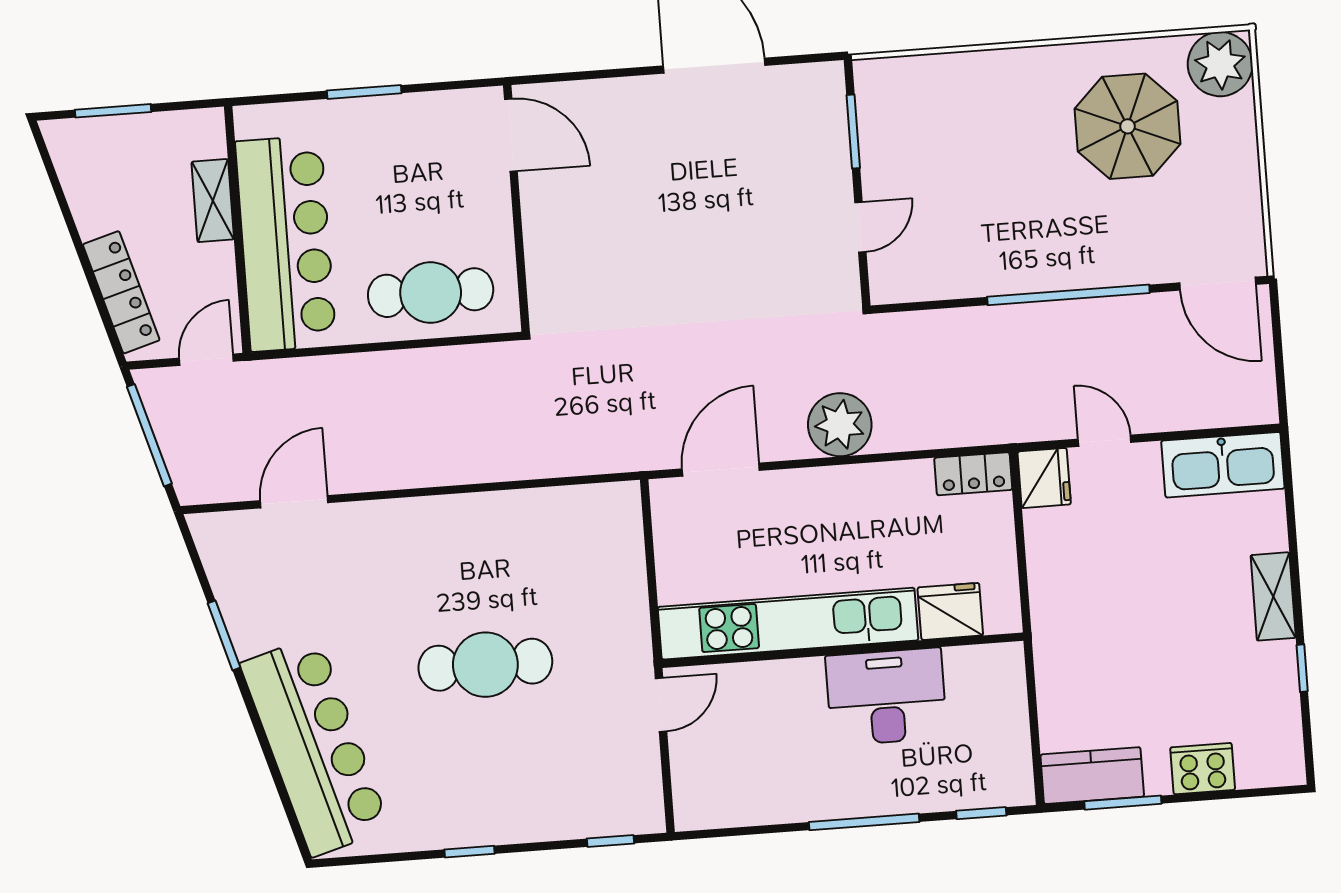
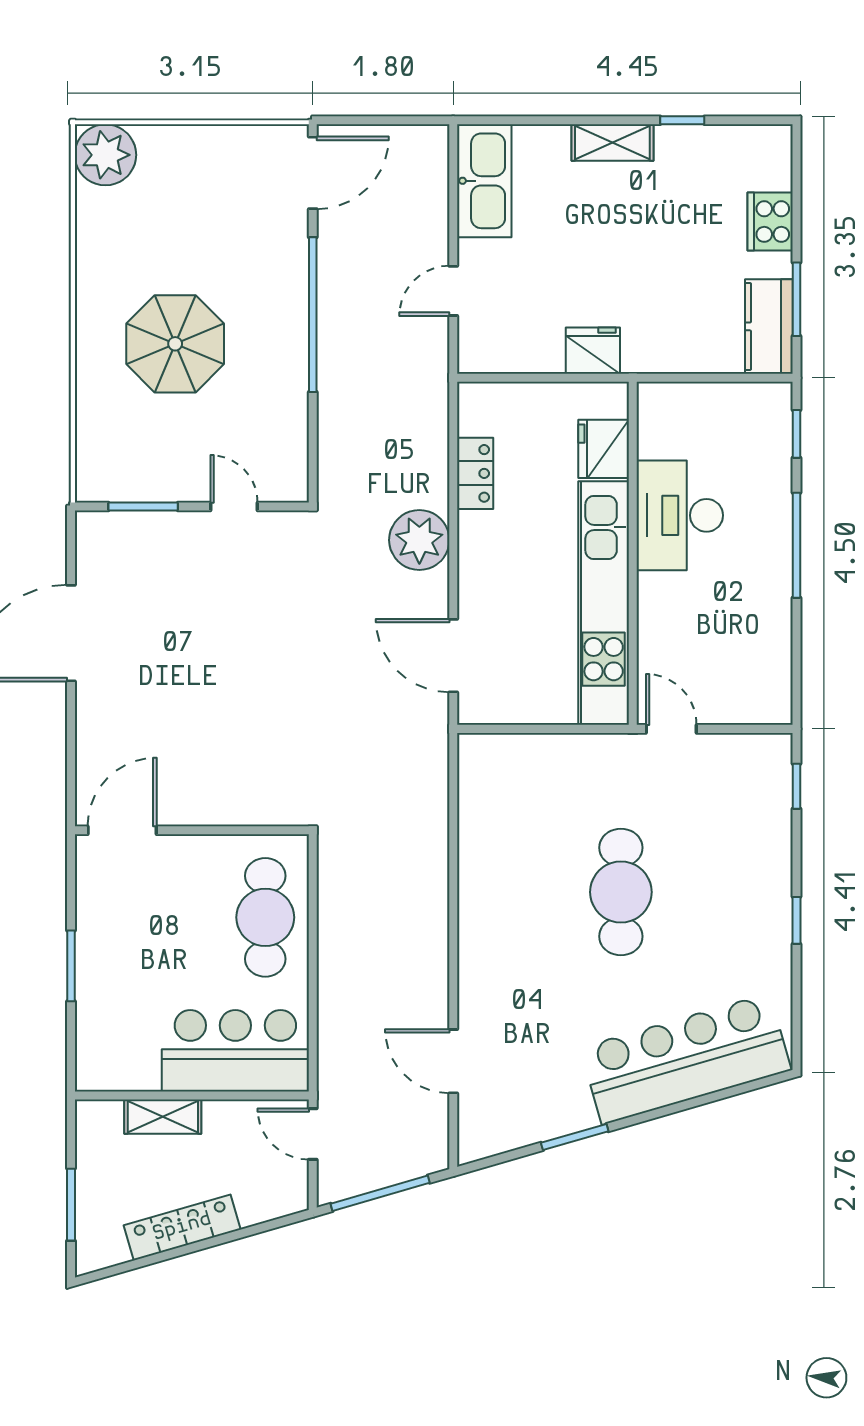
parasol: (1128, 126) -> (175, 344), moved
bar counter: (286, 243) -> (235, 1051), width x0.73
locker: (121, 292) -> (182, 1227), moved
locker: (973, 474) -> (475, 473), moved
fridge: (1044, 478) -> (593, 351), moved

